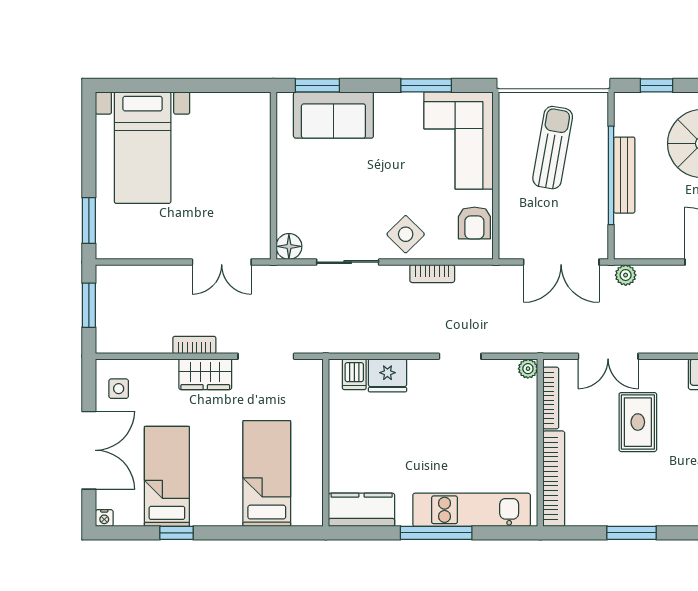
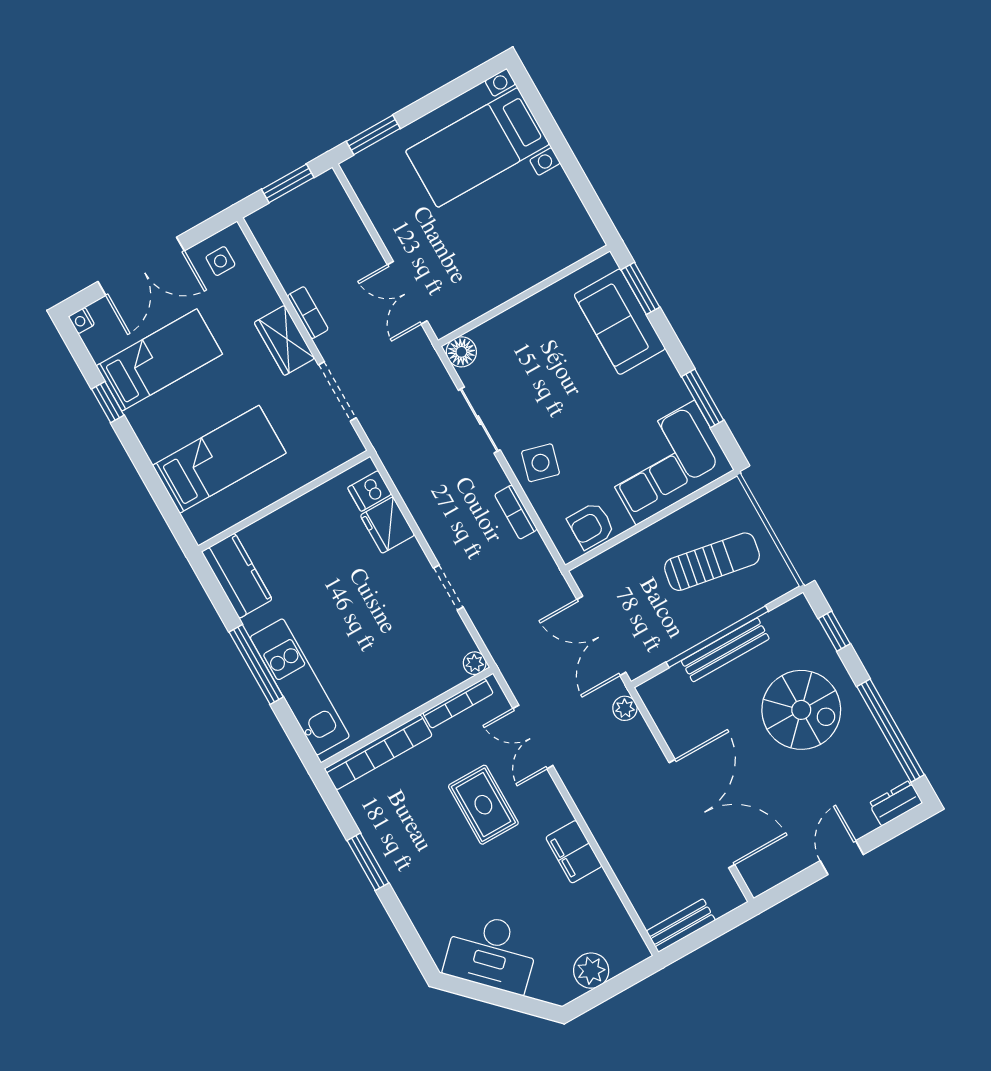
side table: (406, 234) -> (540, 463), turned -30
rug: (638, 422) -> (483, 805), turned 90

